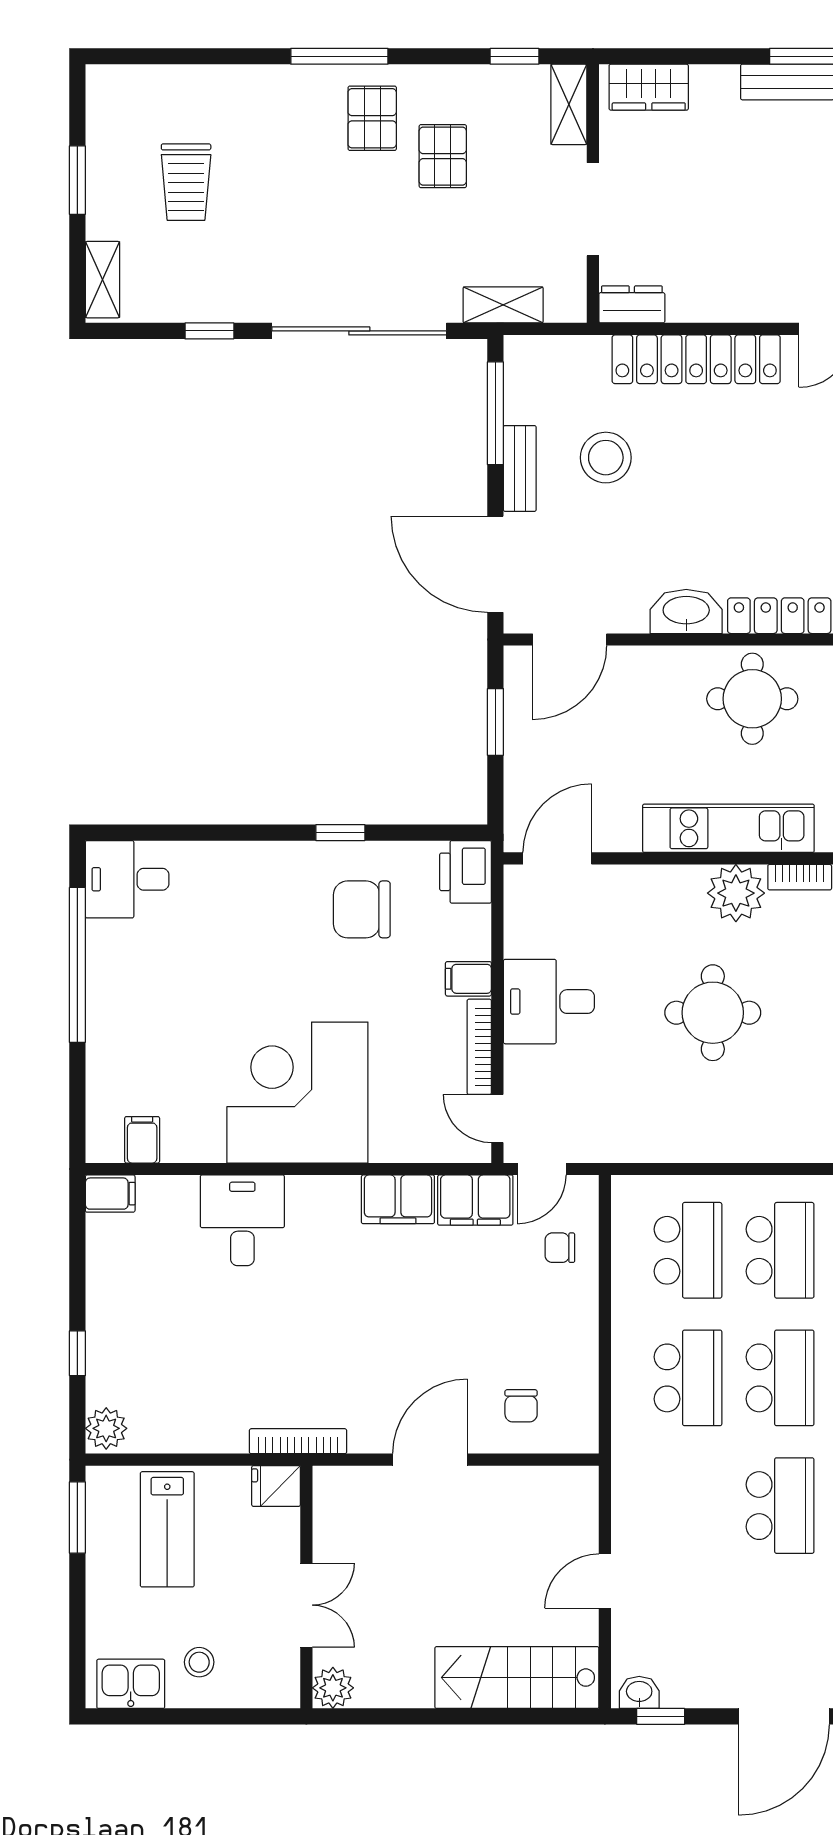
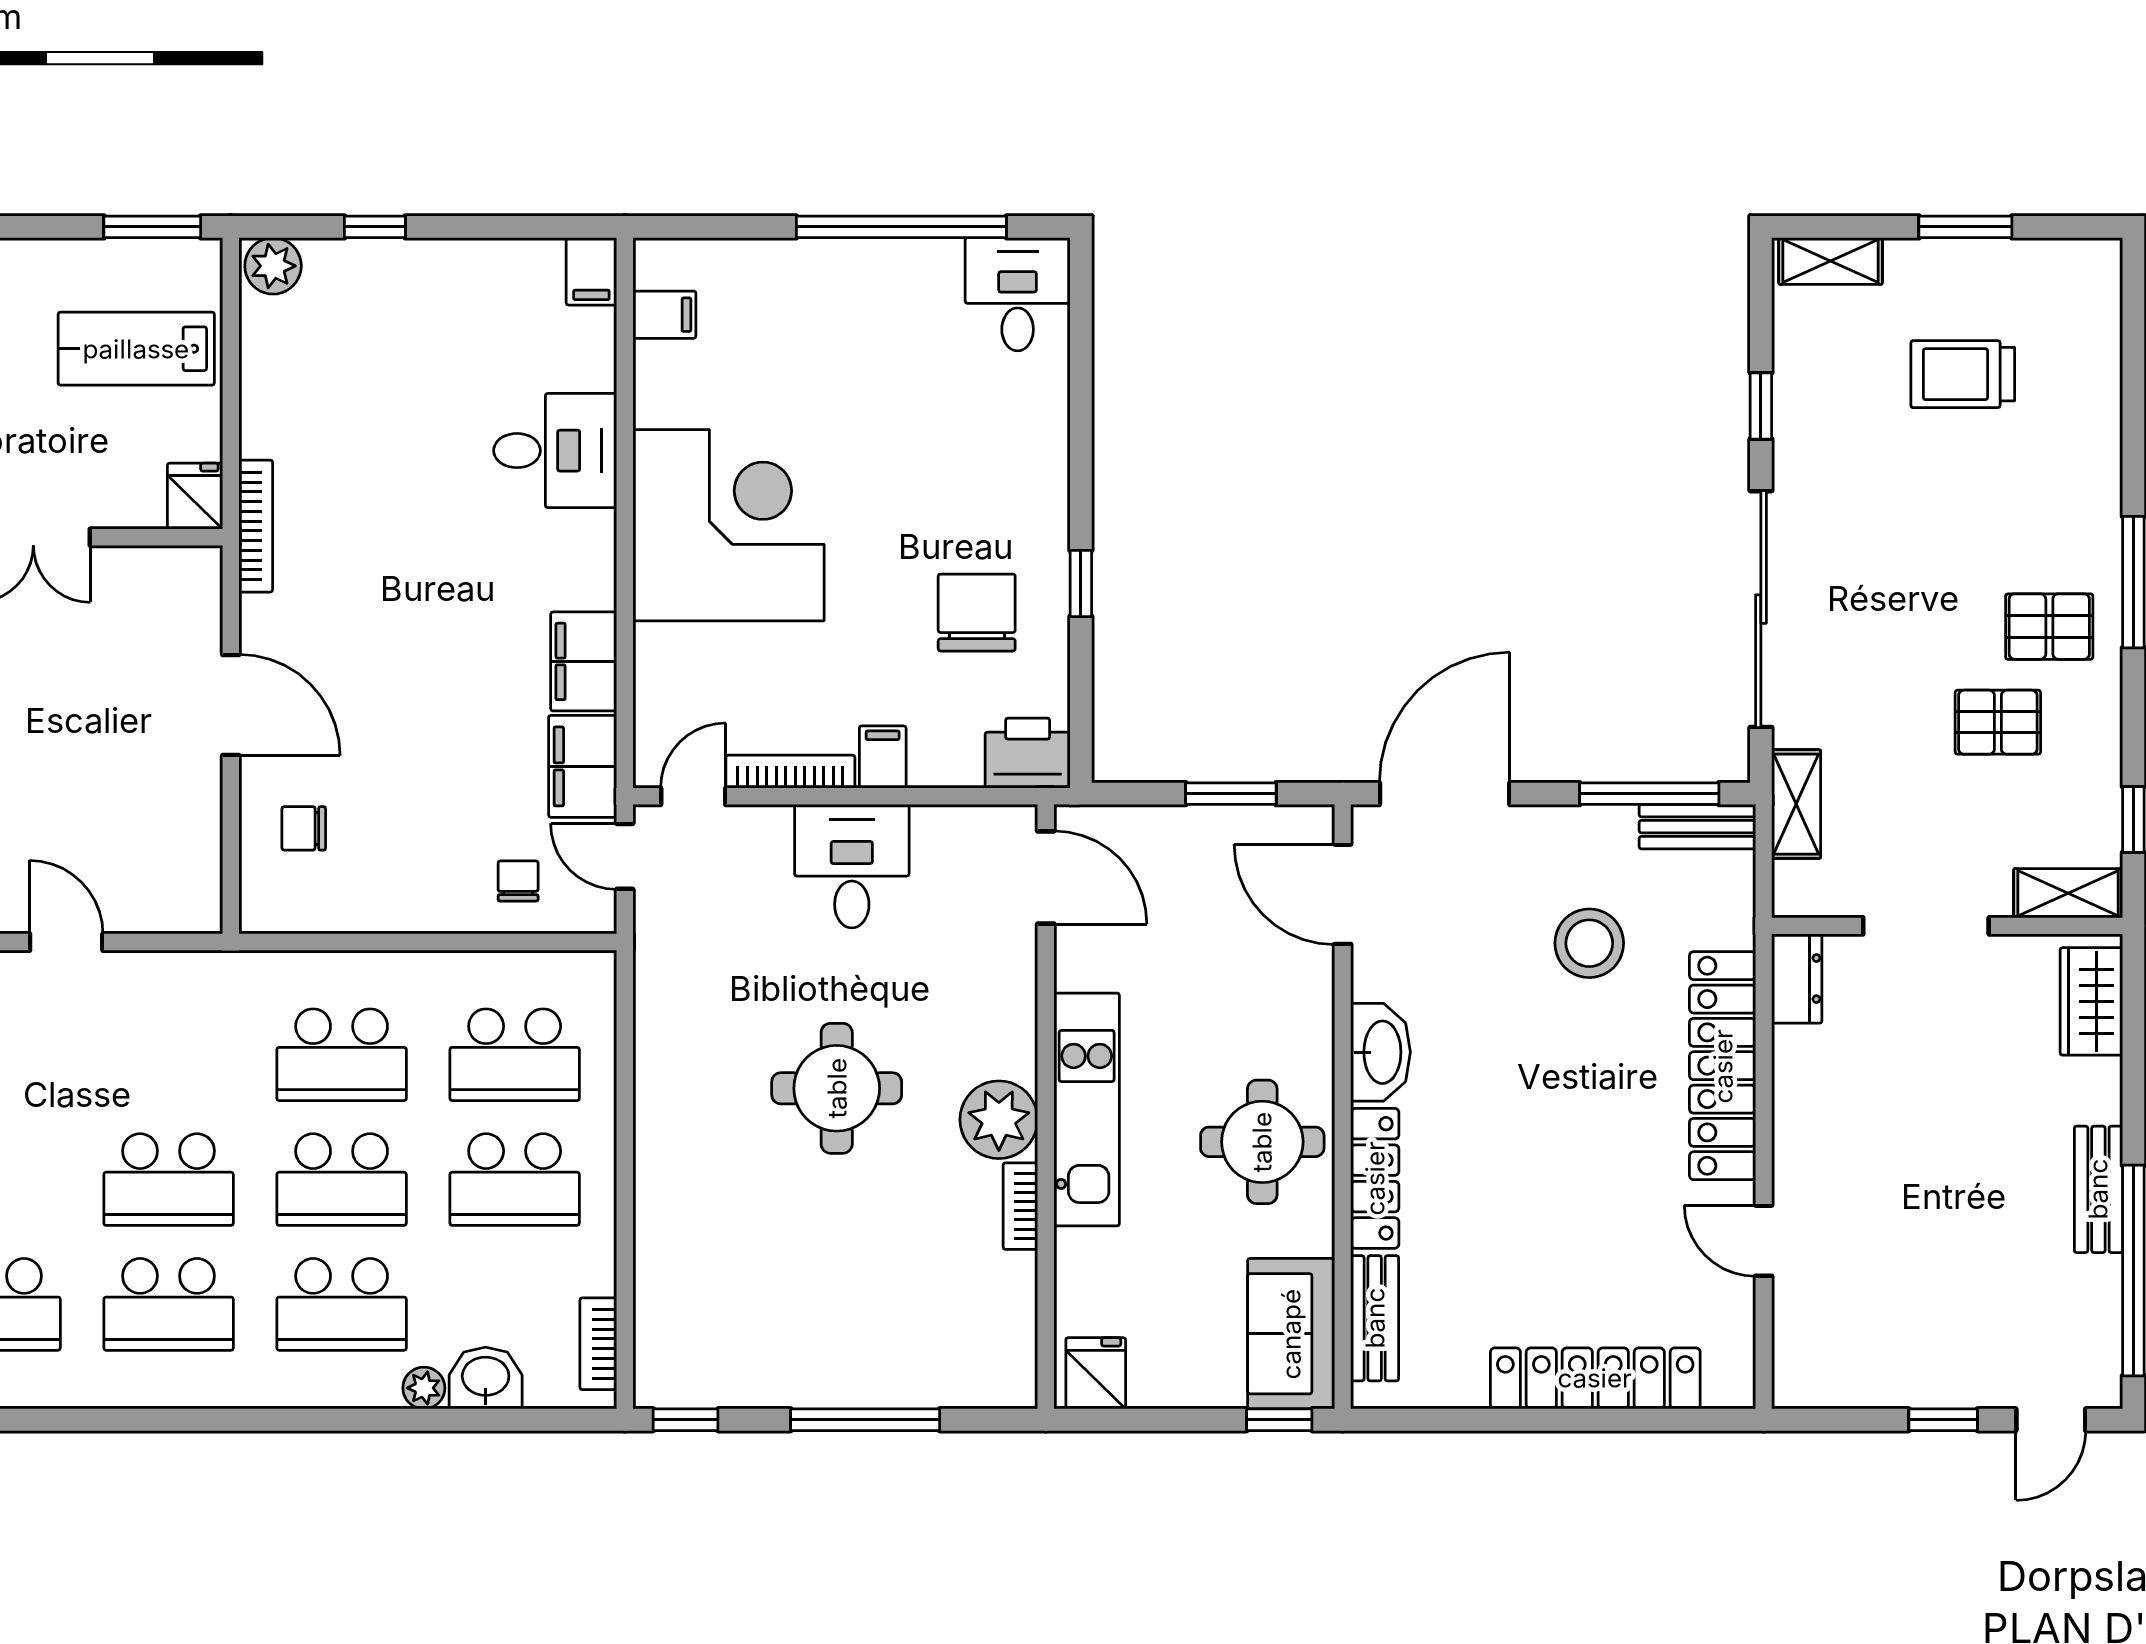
bench: (520, 468) -> (1697, 827), moved

